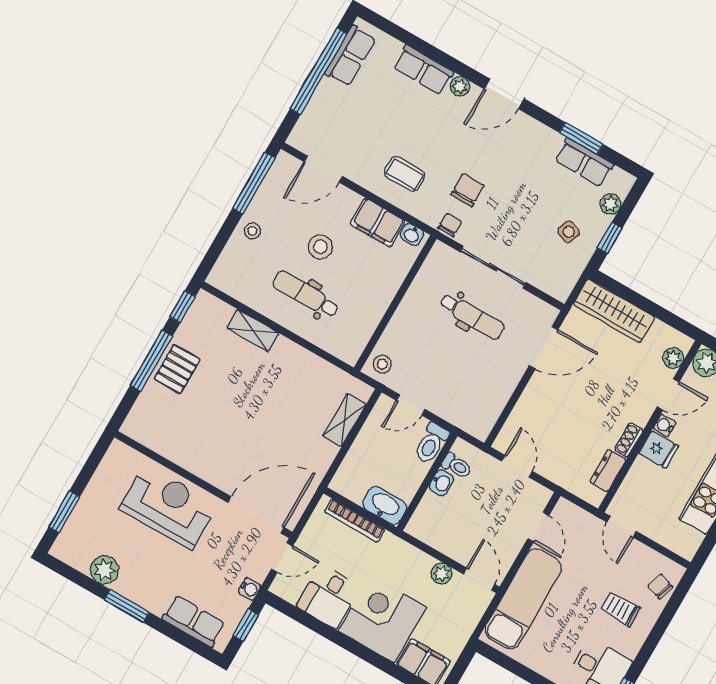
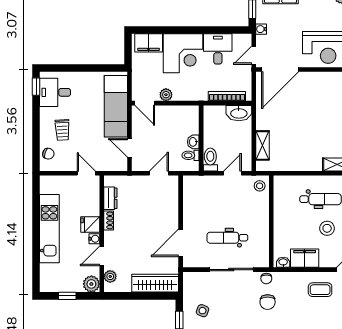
coffee table: (405, 174) -> (320, 290), moved
door: (517, 466) -> (159, 173), swing flipped
washbasin: (385, 505) -> (239, 113), moved
trolley: (620, 609) -> (62, 130), turned 87

